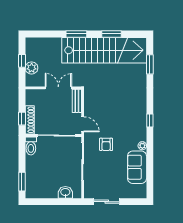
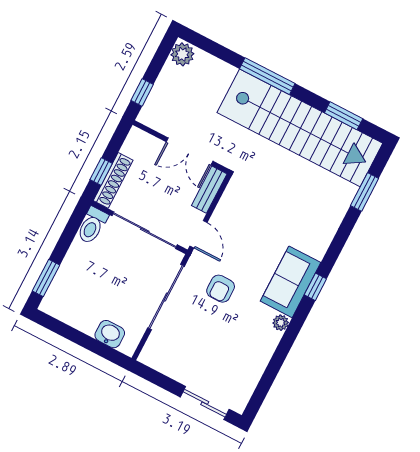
window: (76, 34) -> (267, 76), width x1.44
window: (111, 34) -> (344, 116), moved
window: (22, 61) -> (142, 92), moved
plant: (32, 68) -> (182, 54), moved
double door: (58, 88) -> (190, 152), swing flipped
sofa: (137, 167) -> (291, 282), moved
sliding door: (107, 202) -> (205, 403), moved

